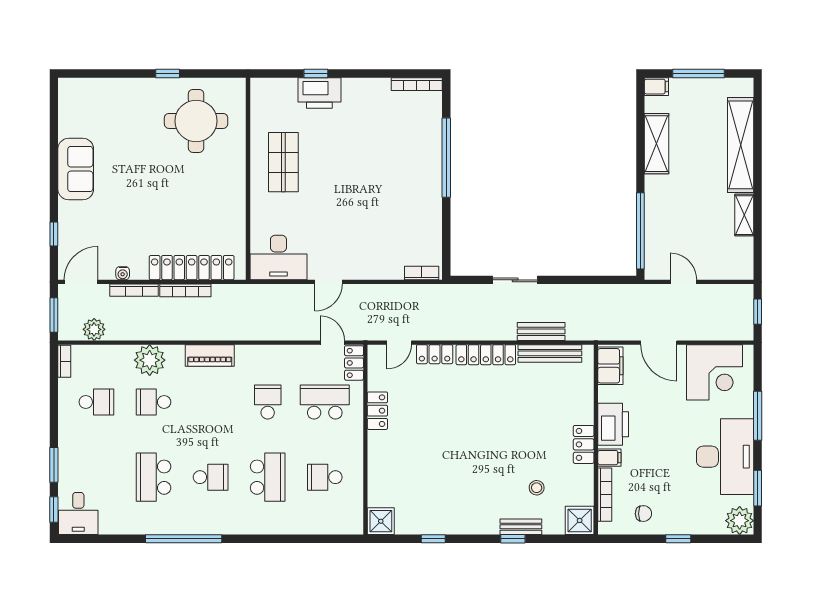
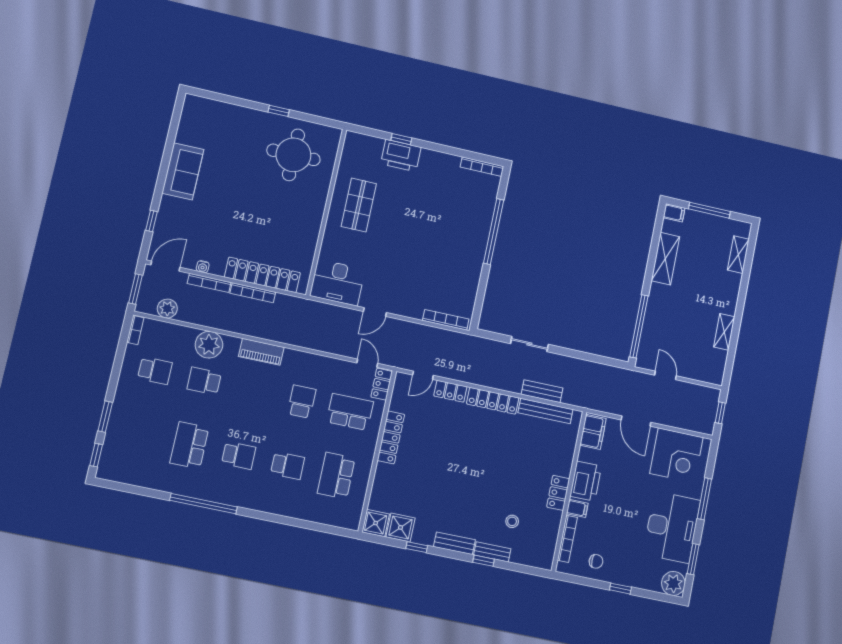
shelving: (741, 145) -> (738, 255), width x0.45, depth x0.75
bookcase: (422, 273) -> (446, 320), width x1.56
locker: (377, 411) -> (391, 437), width x1.53
school desk: (268, 477) -> (288, 466), width x0.54
school desk: (325, 477) -> (336, 476), width x1.85
desk: (78, 513) -> (117, 463), removed
shower: (580, 520) -> (401, 527), moved
bench: (475, 526) -> (454, 543), added

